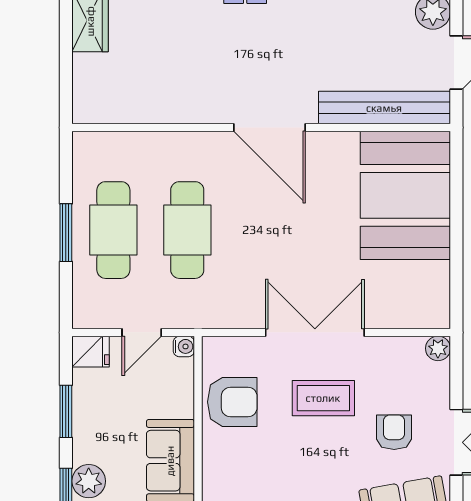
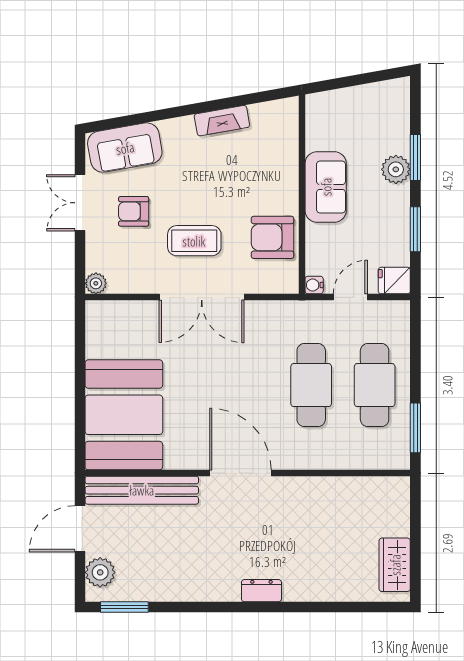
window: (66, 233) -> (415, 428), moved
armchair: (394, 432) -> (134, 211), turned 90

